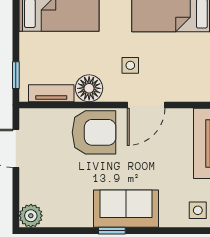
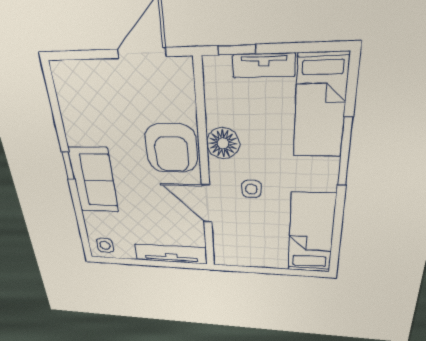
tv unit: (51, 93) -> (264, 66), moved, turned 90
plant: (31, 216) -> (65, 75), removed

